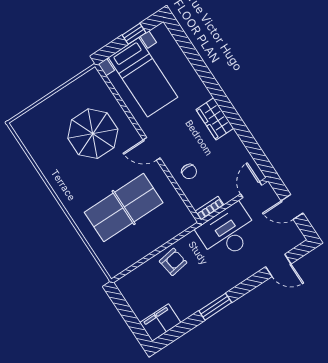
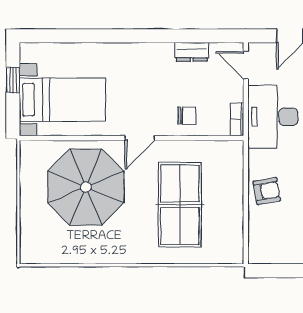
wardrobe: (215, 119) -> (151, 55), removed
parasol: (93, 134) -> (86, 187), width x1.36, depth x1.36
dresser: (236, 146) -> (192, 52), added
armchair: (173, 262) -> (267, 191), turned 89

